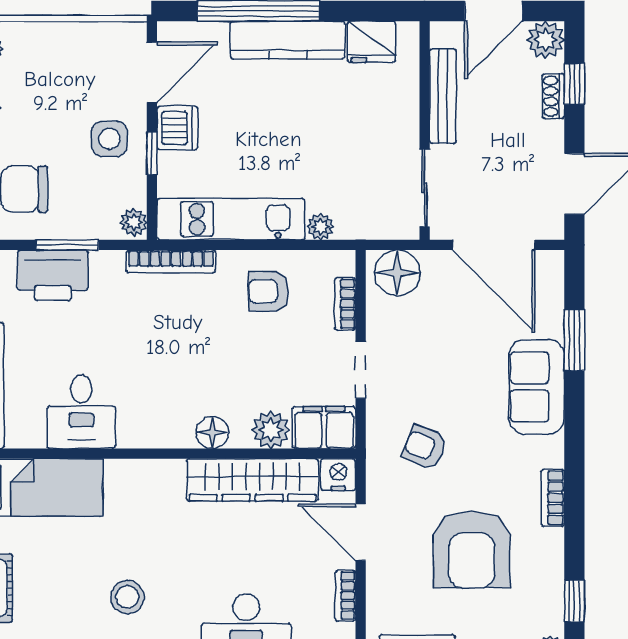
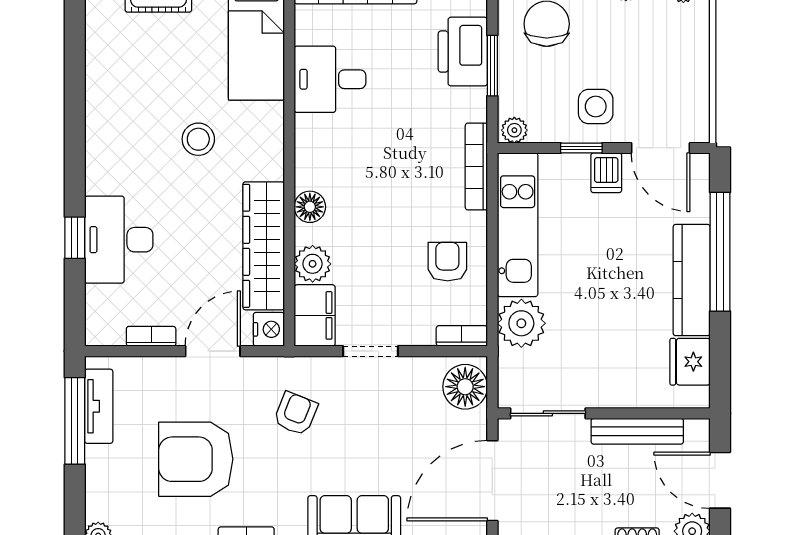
dishwasher: (177, 128) -> (606, 173), width x0.73
plant: (321, 227) -> (521, 323), width x1.88, depth x1.88
bookcase: (345, 304) -> (462, 336), moved
stool: (127, 597) -> (198, 139), moved

